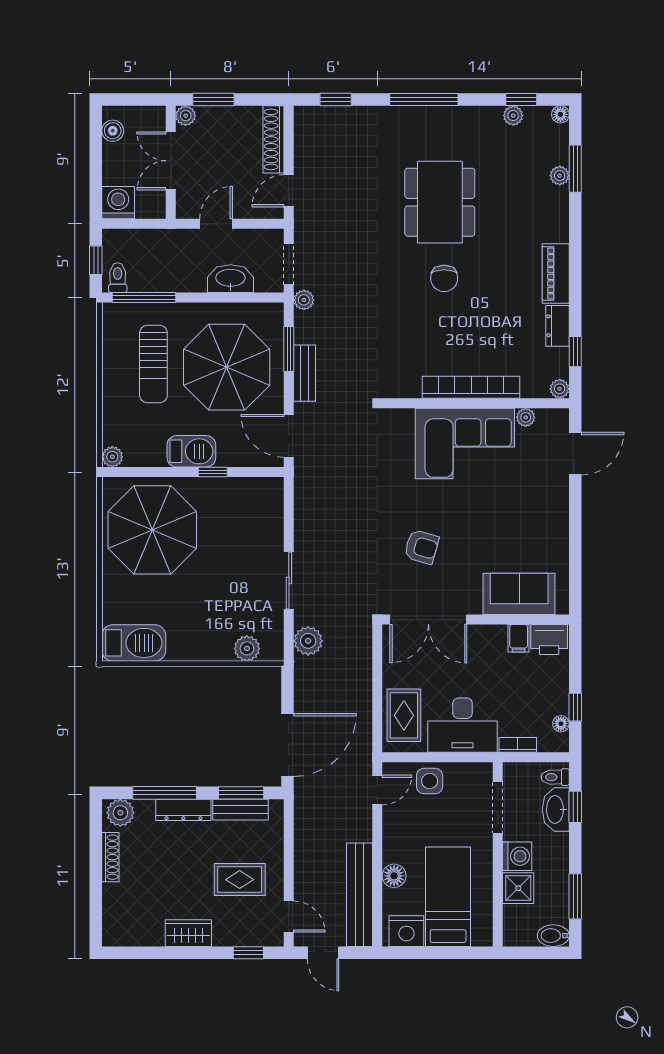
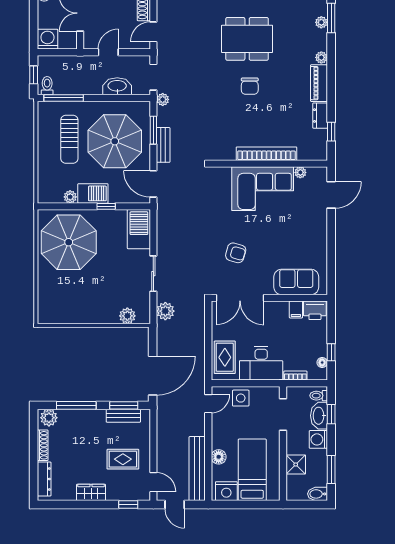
dining table: (440, 202) -> (247, 39), turned 90
plant: (560, 389) -> (321, 57), moved
plant: (112, 457) -> (70, 197), moved
barbecue: (134, 643) -> (139, 229), moved, turned -90
dresser: (183, 810) -> (44, 479), moved, turned -90
washing machine: (517, 856) -> (318, 439), moved, turned 180

